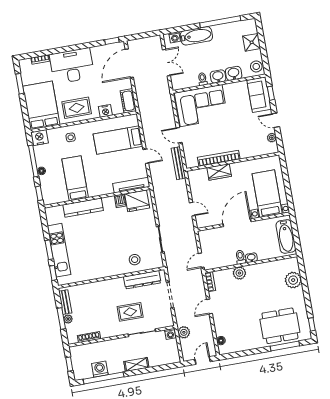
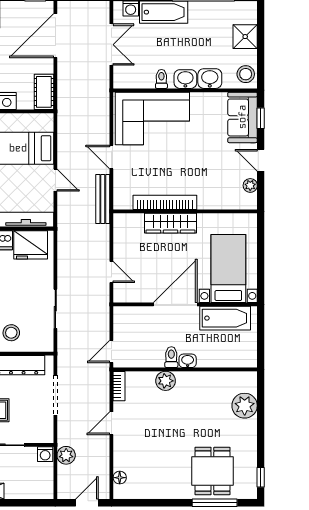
wardrobe: (219, 172) -> (170, 223), width x1.50
bathtub: (286, 236) -> (225, 318), moved, turned -90
dining table: (280, 326) -> (212, 471), width x0.73

